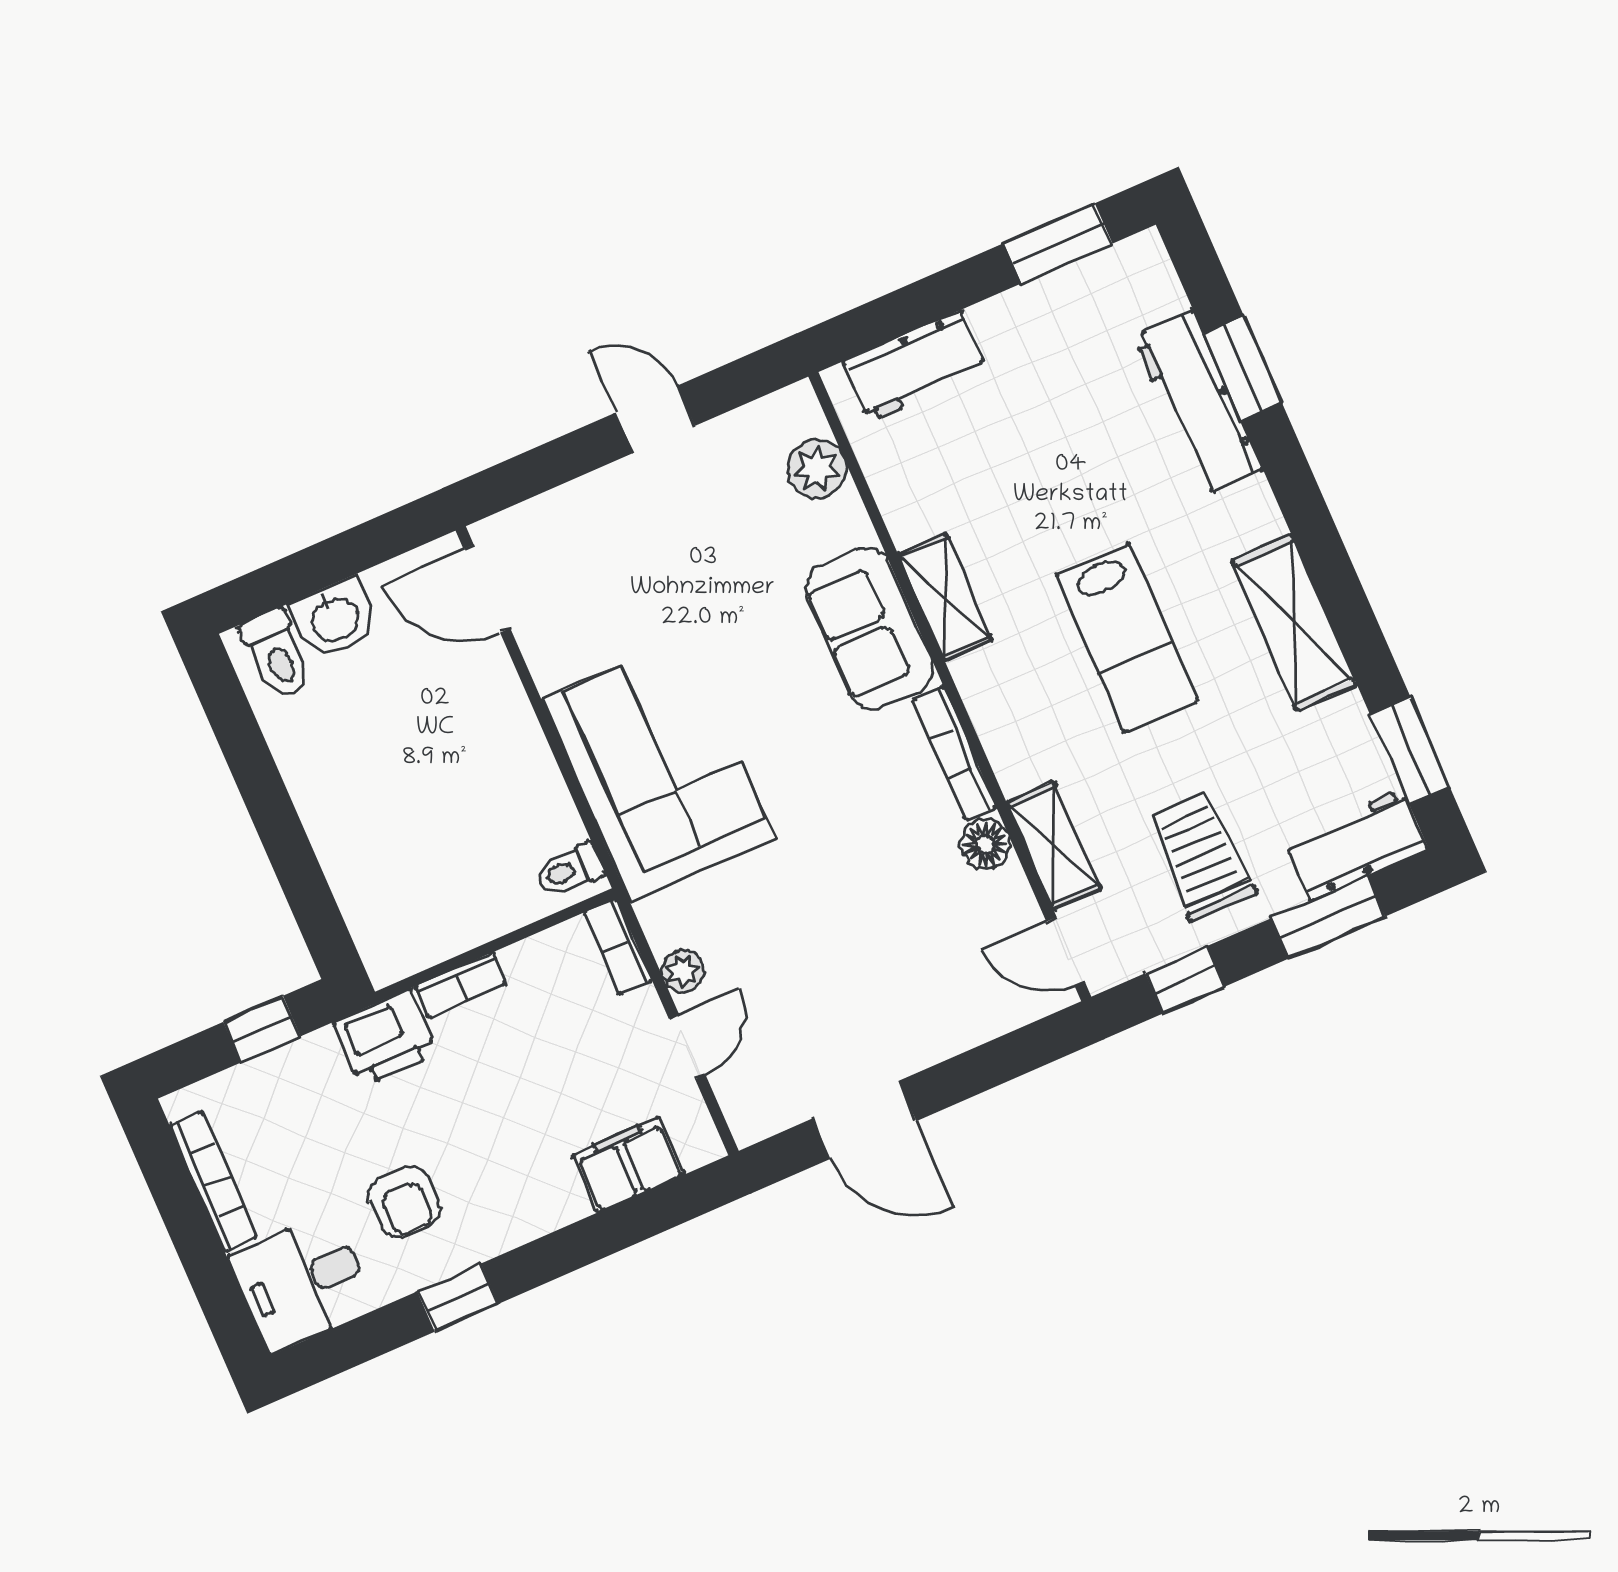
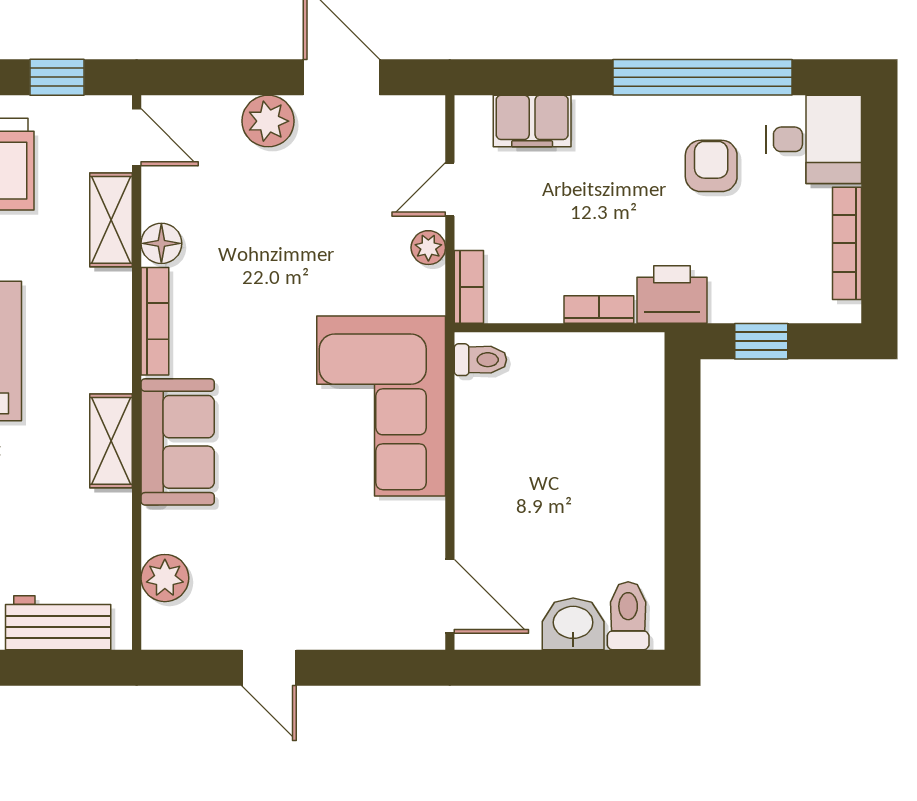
plant: (926, 1034) -> (268, 121), added
window: (458, 1298) -> (703, 77), width x3.17

